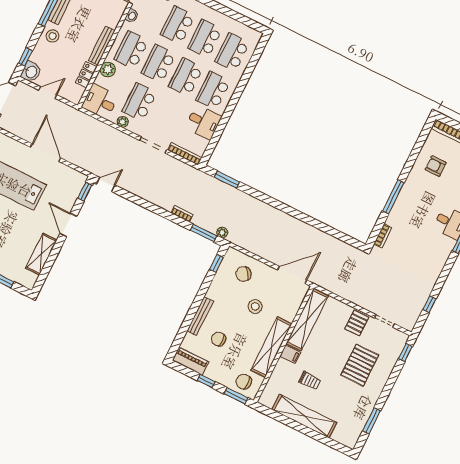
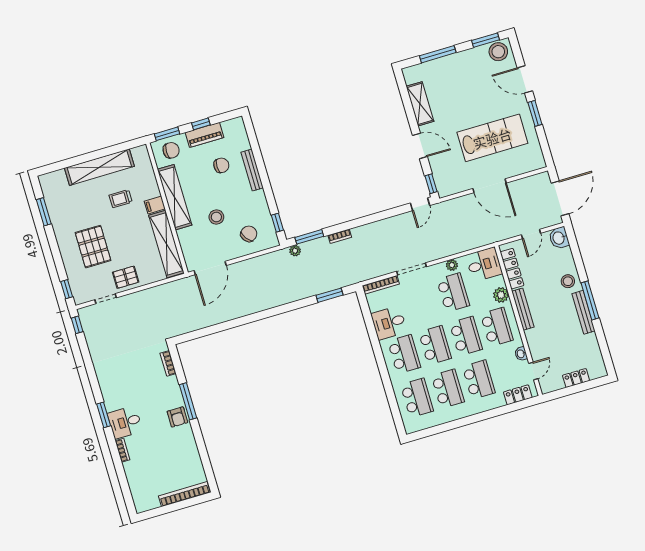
window: (26, 57) -> (574, 246), removed
locker: (86, 75) -> (512, 269), width x1.53
armchair: (436, 166) -> (177, 417), moved, turned 90
window: (429, 304) -> (77, 325), moved
pallet: (357, 323) -> (126, 277), turned 90
piano: (191, 361) -> (204, 135), moved

